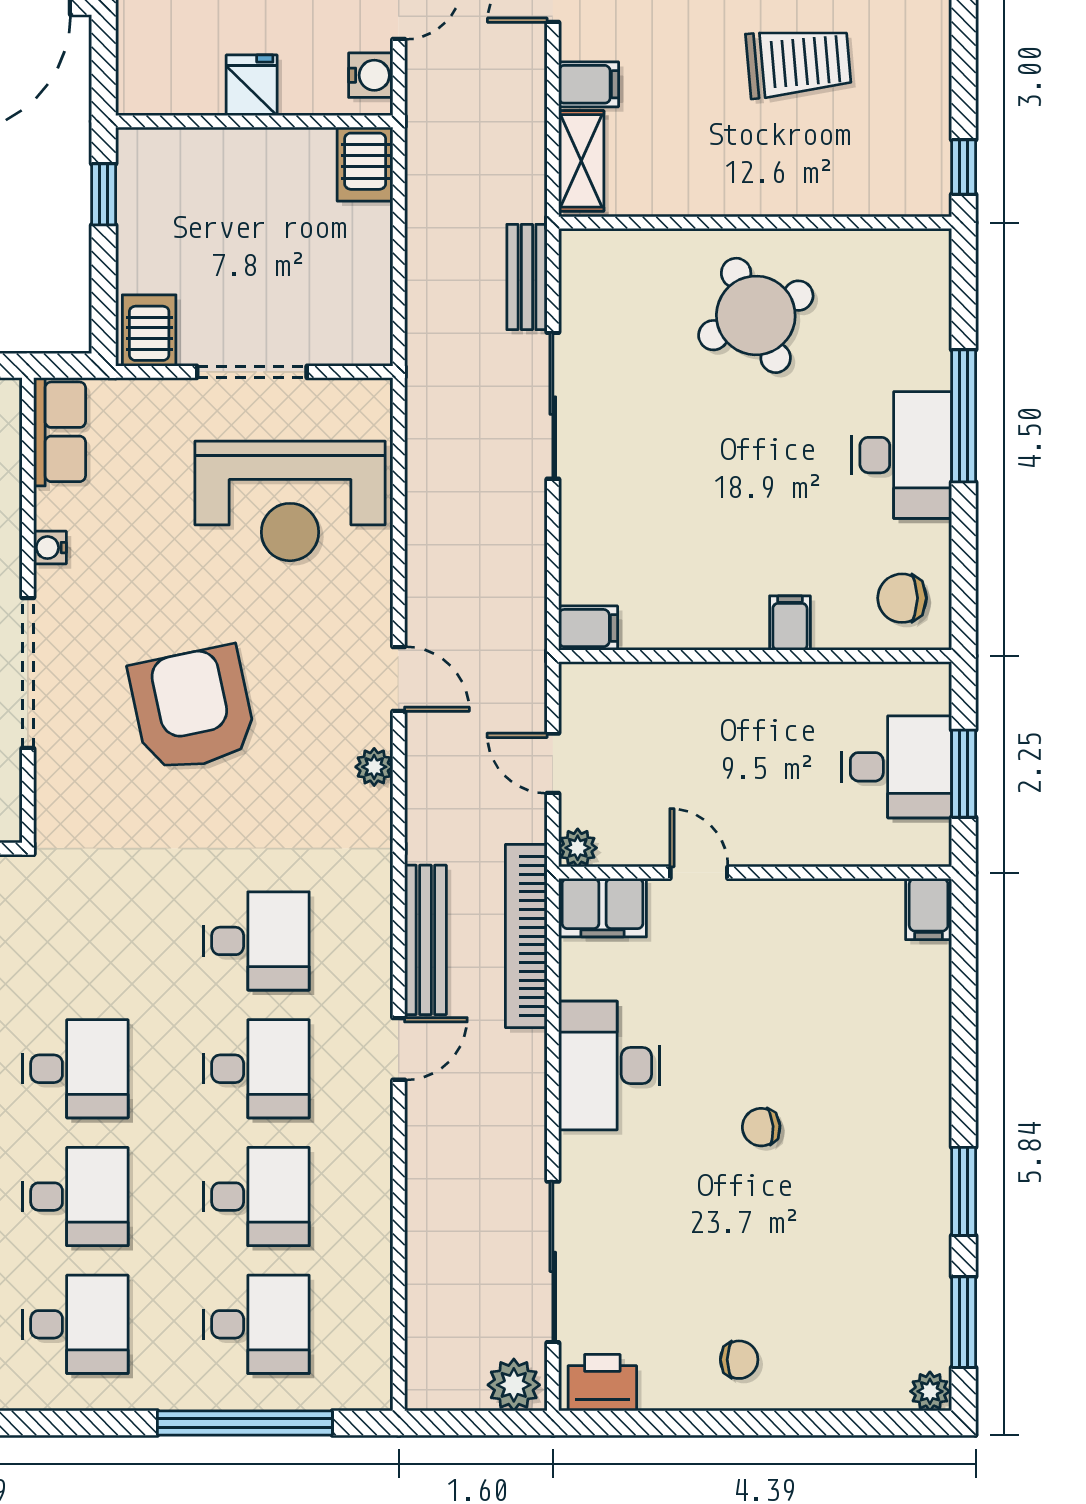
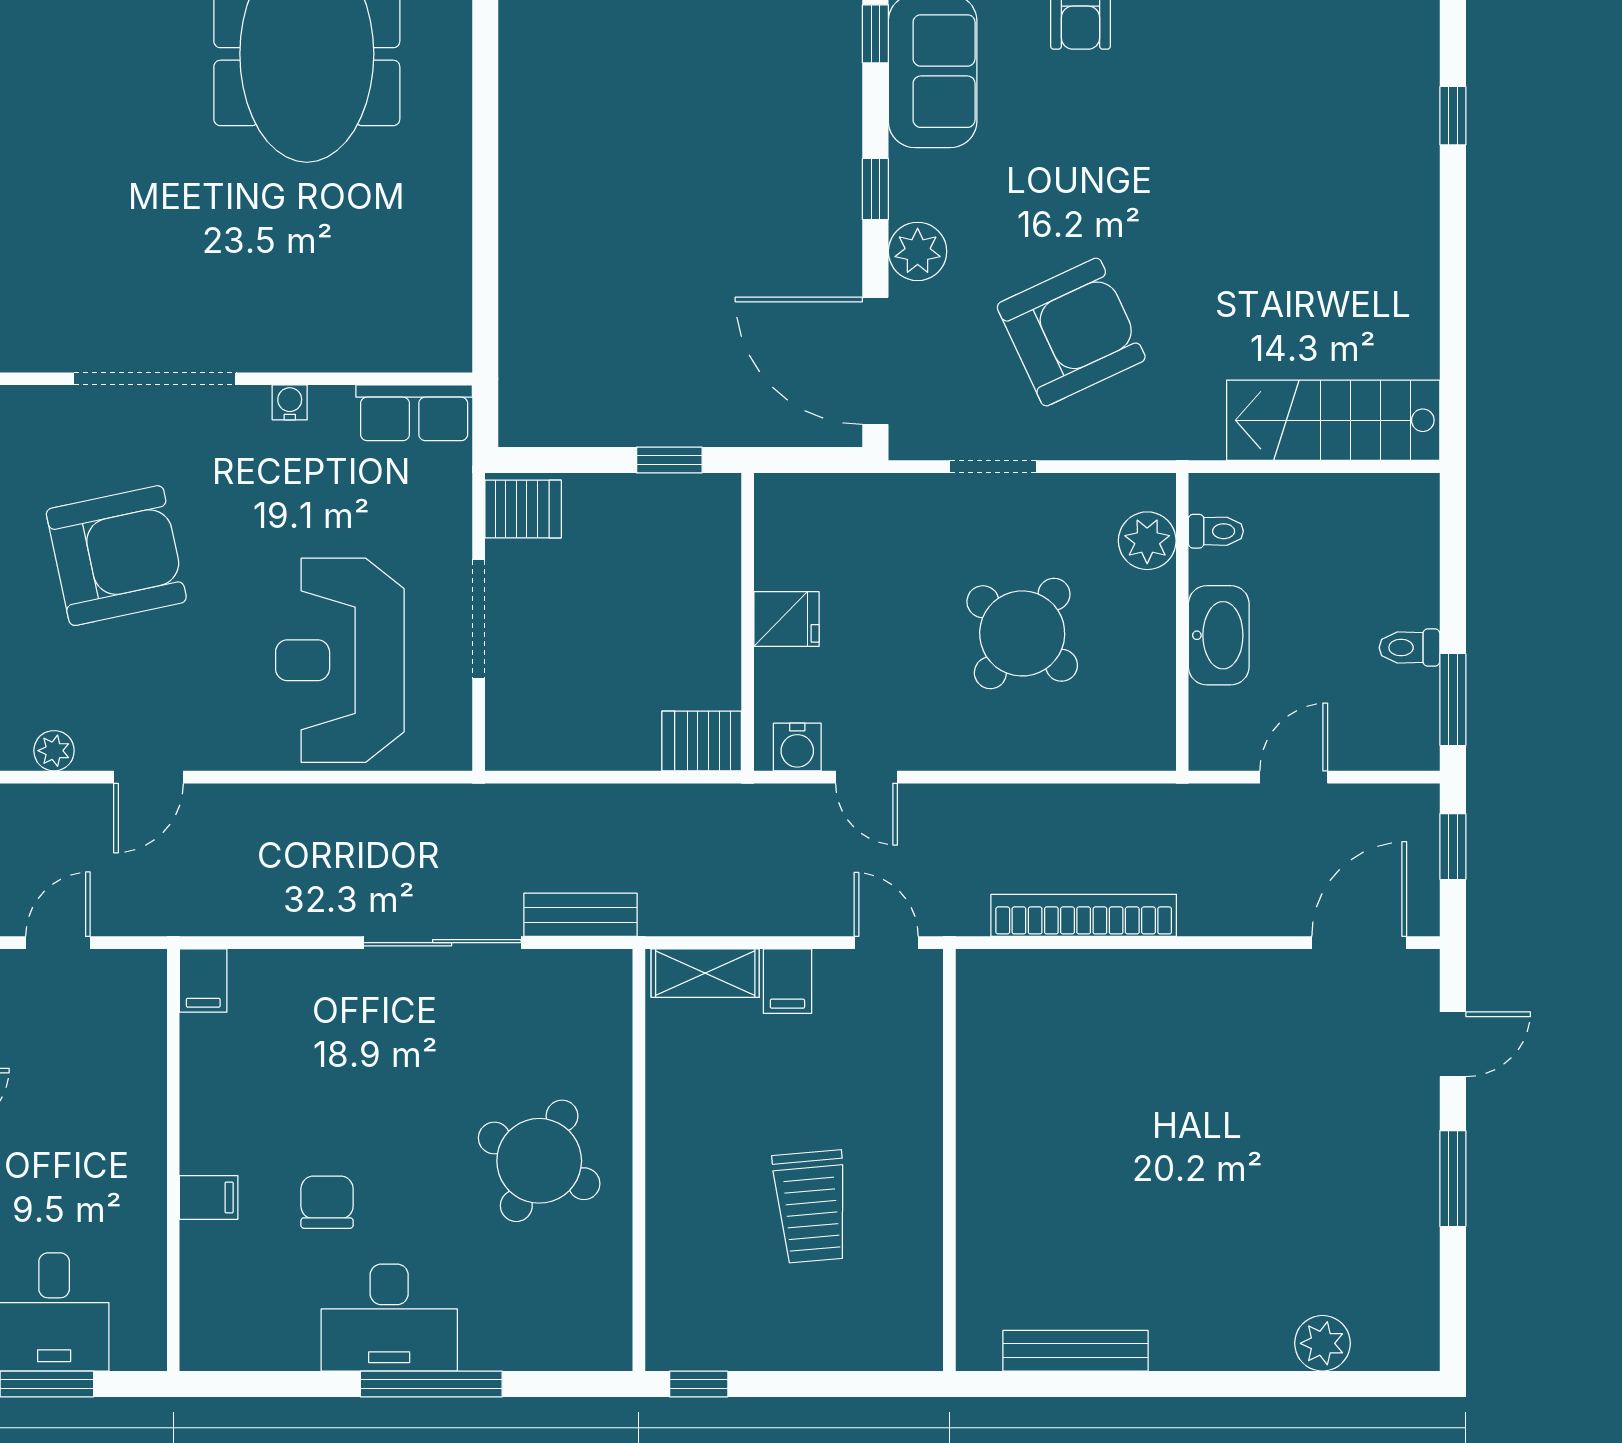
round table: (756, 315) -> (539, 1161), turned -38
chair: (902, 598) -> (327, 1202), moved

